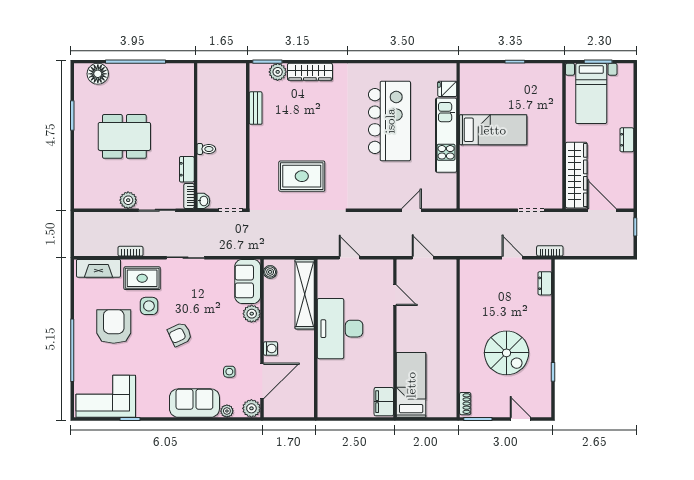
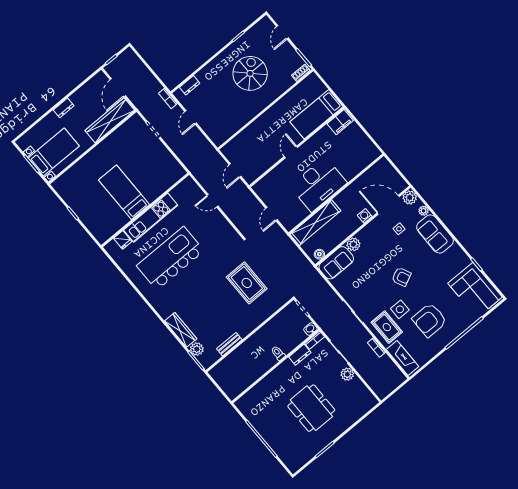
floor lamp: (98, 74) -> (287, 455), removed
door: (395, 295) -> (291, 152), moved

